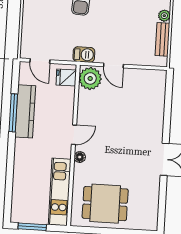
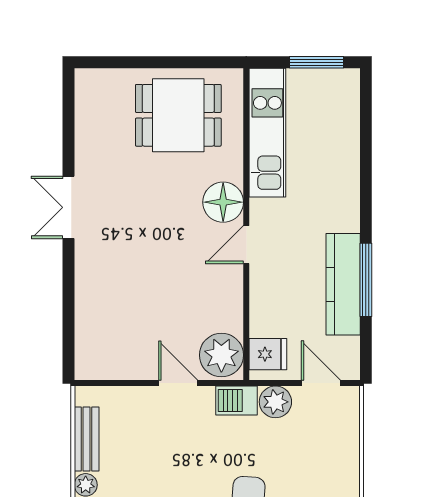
plant: (64, 53) -> (275, 402), added
floor lamp: (80, 157) -> (223, 202), width x1.89, depth x1.89

